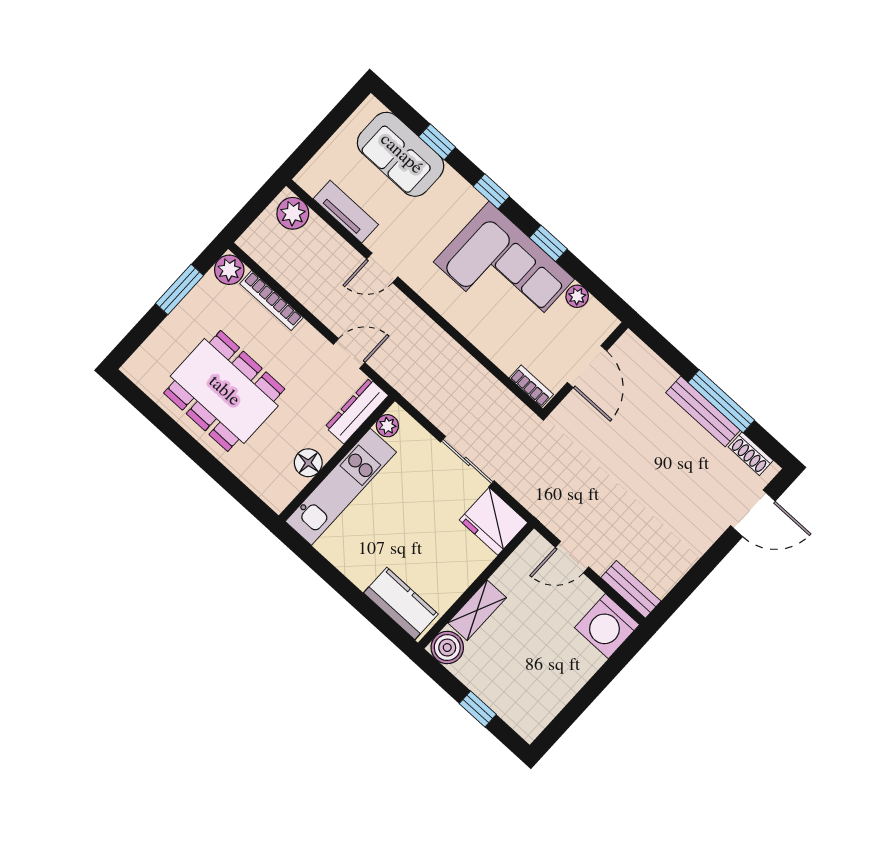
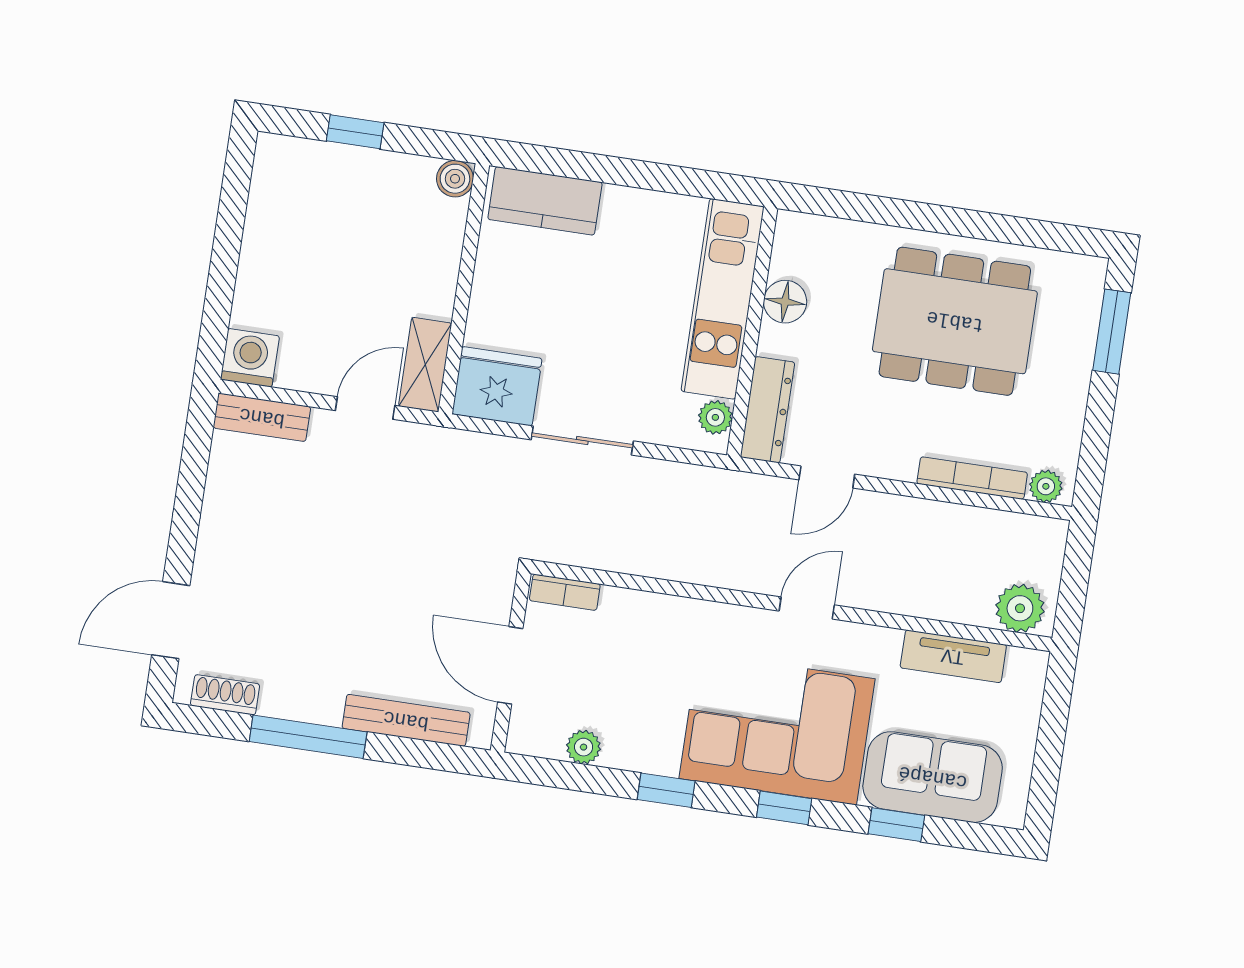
door: (382, 268) -> (807, 608), moved
plant: (229, 270) -> (1046, 486), width x0.73, depth x0.73
corner sofa: (504, 270) -> (777, 729), moved
window: (180, 290) -> (1112, 332), moved
bench: (703, 411) -> (406, 720), moved
shelving: (477, 610) -> (425, 365), moved
washing machine: (607, 626) -> (250, 358), width x0.73, depth x0.73
boiler: (447, 648) -> (455, 179), width x0.73, depth x0.73

